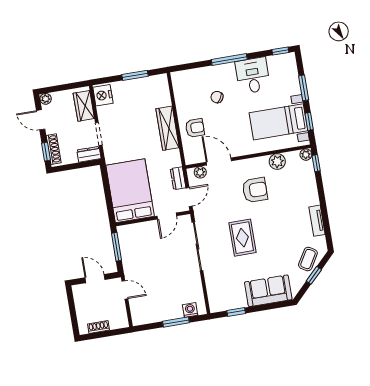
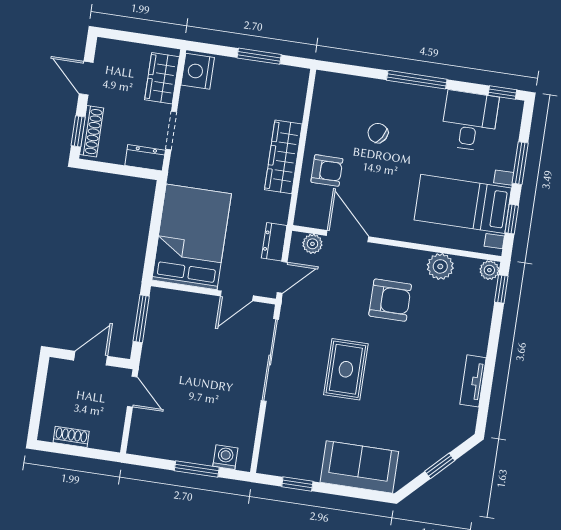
desk: (253, 76) -> (470, 121), moved
plant: (46, 99) -> (105, 47), removed
coffee table: (308, 259) -> (439, 437), removed
door: (95, 279) -> (91, 358), hinge flipped

